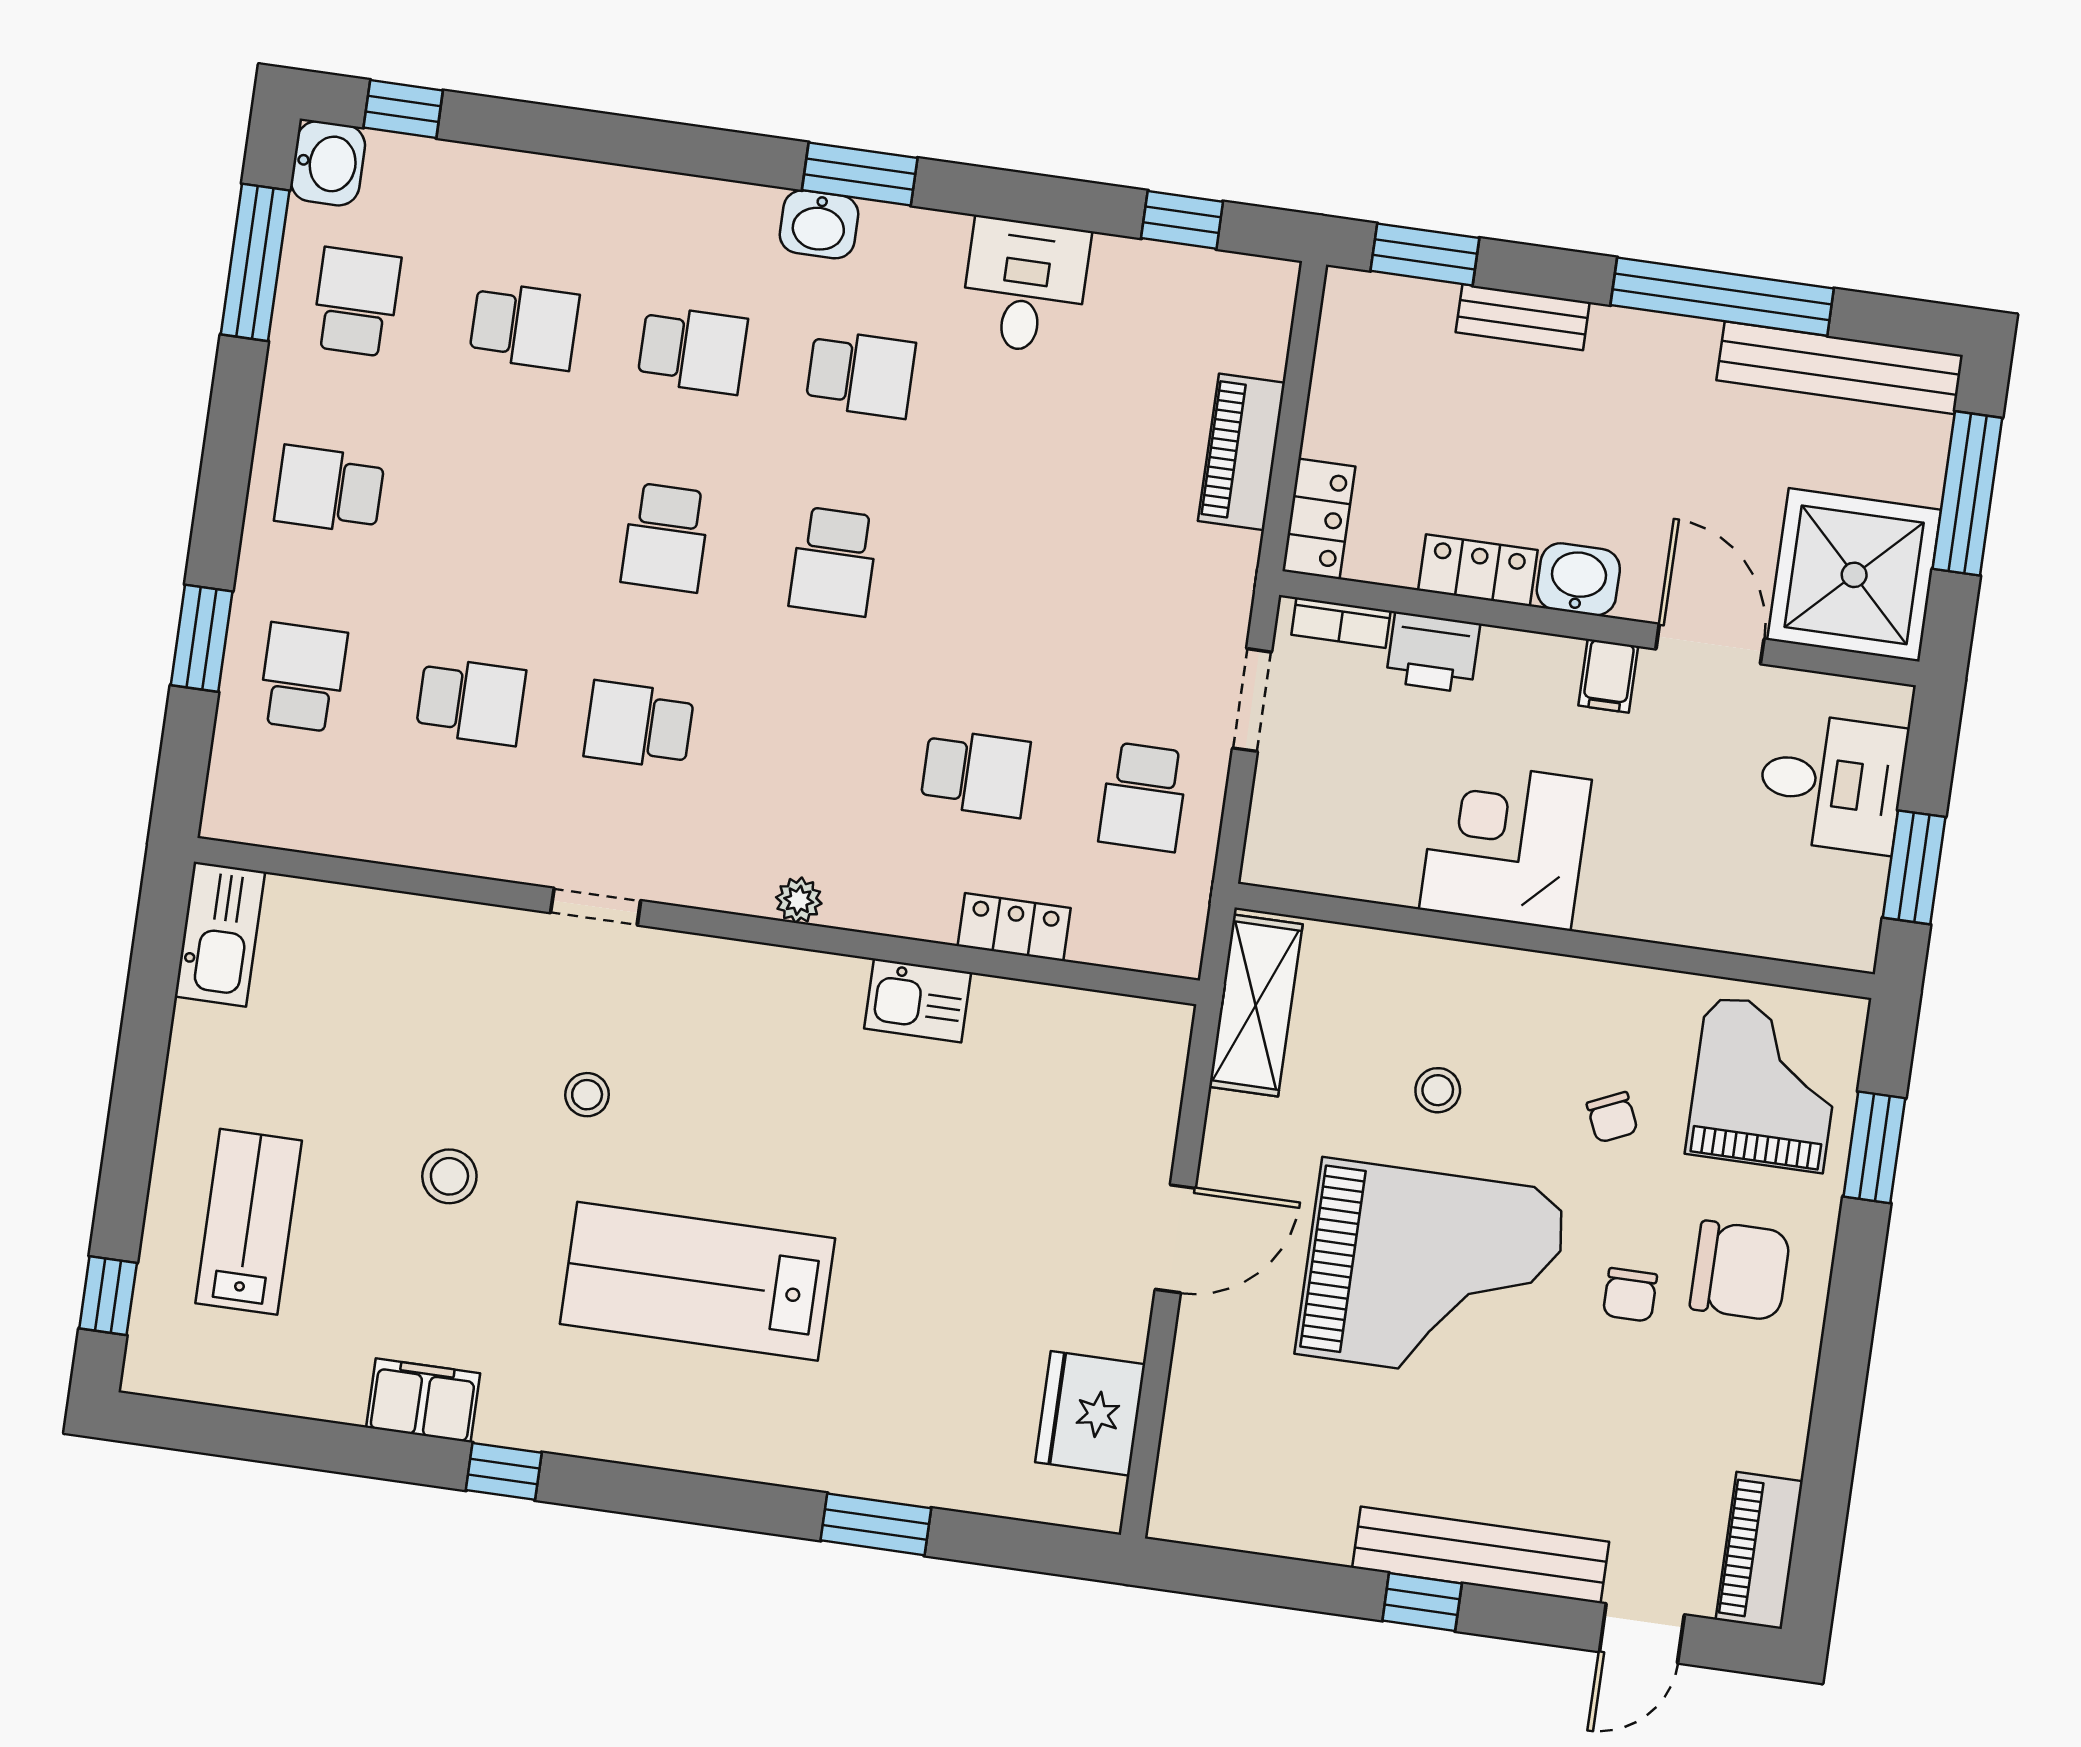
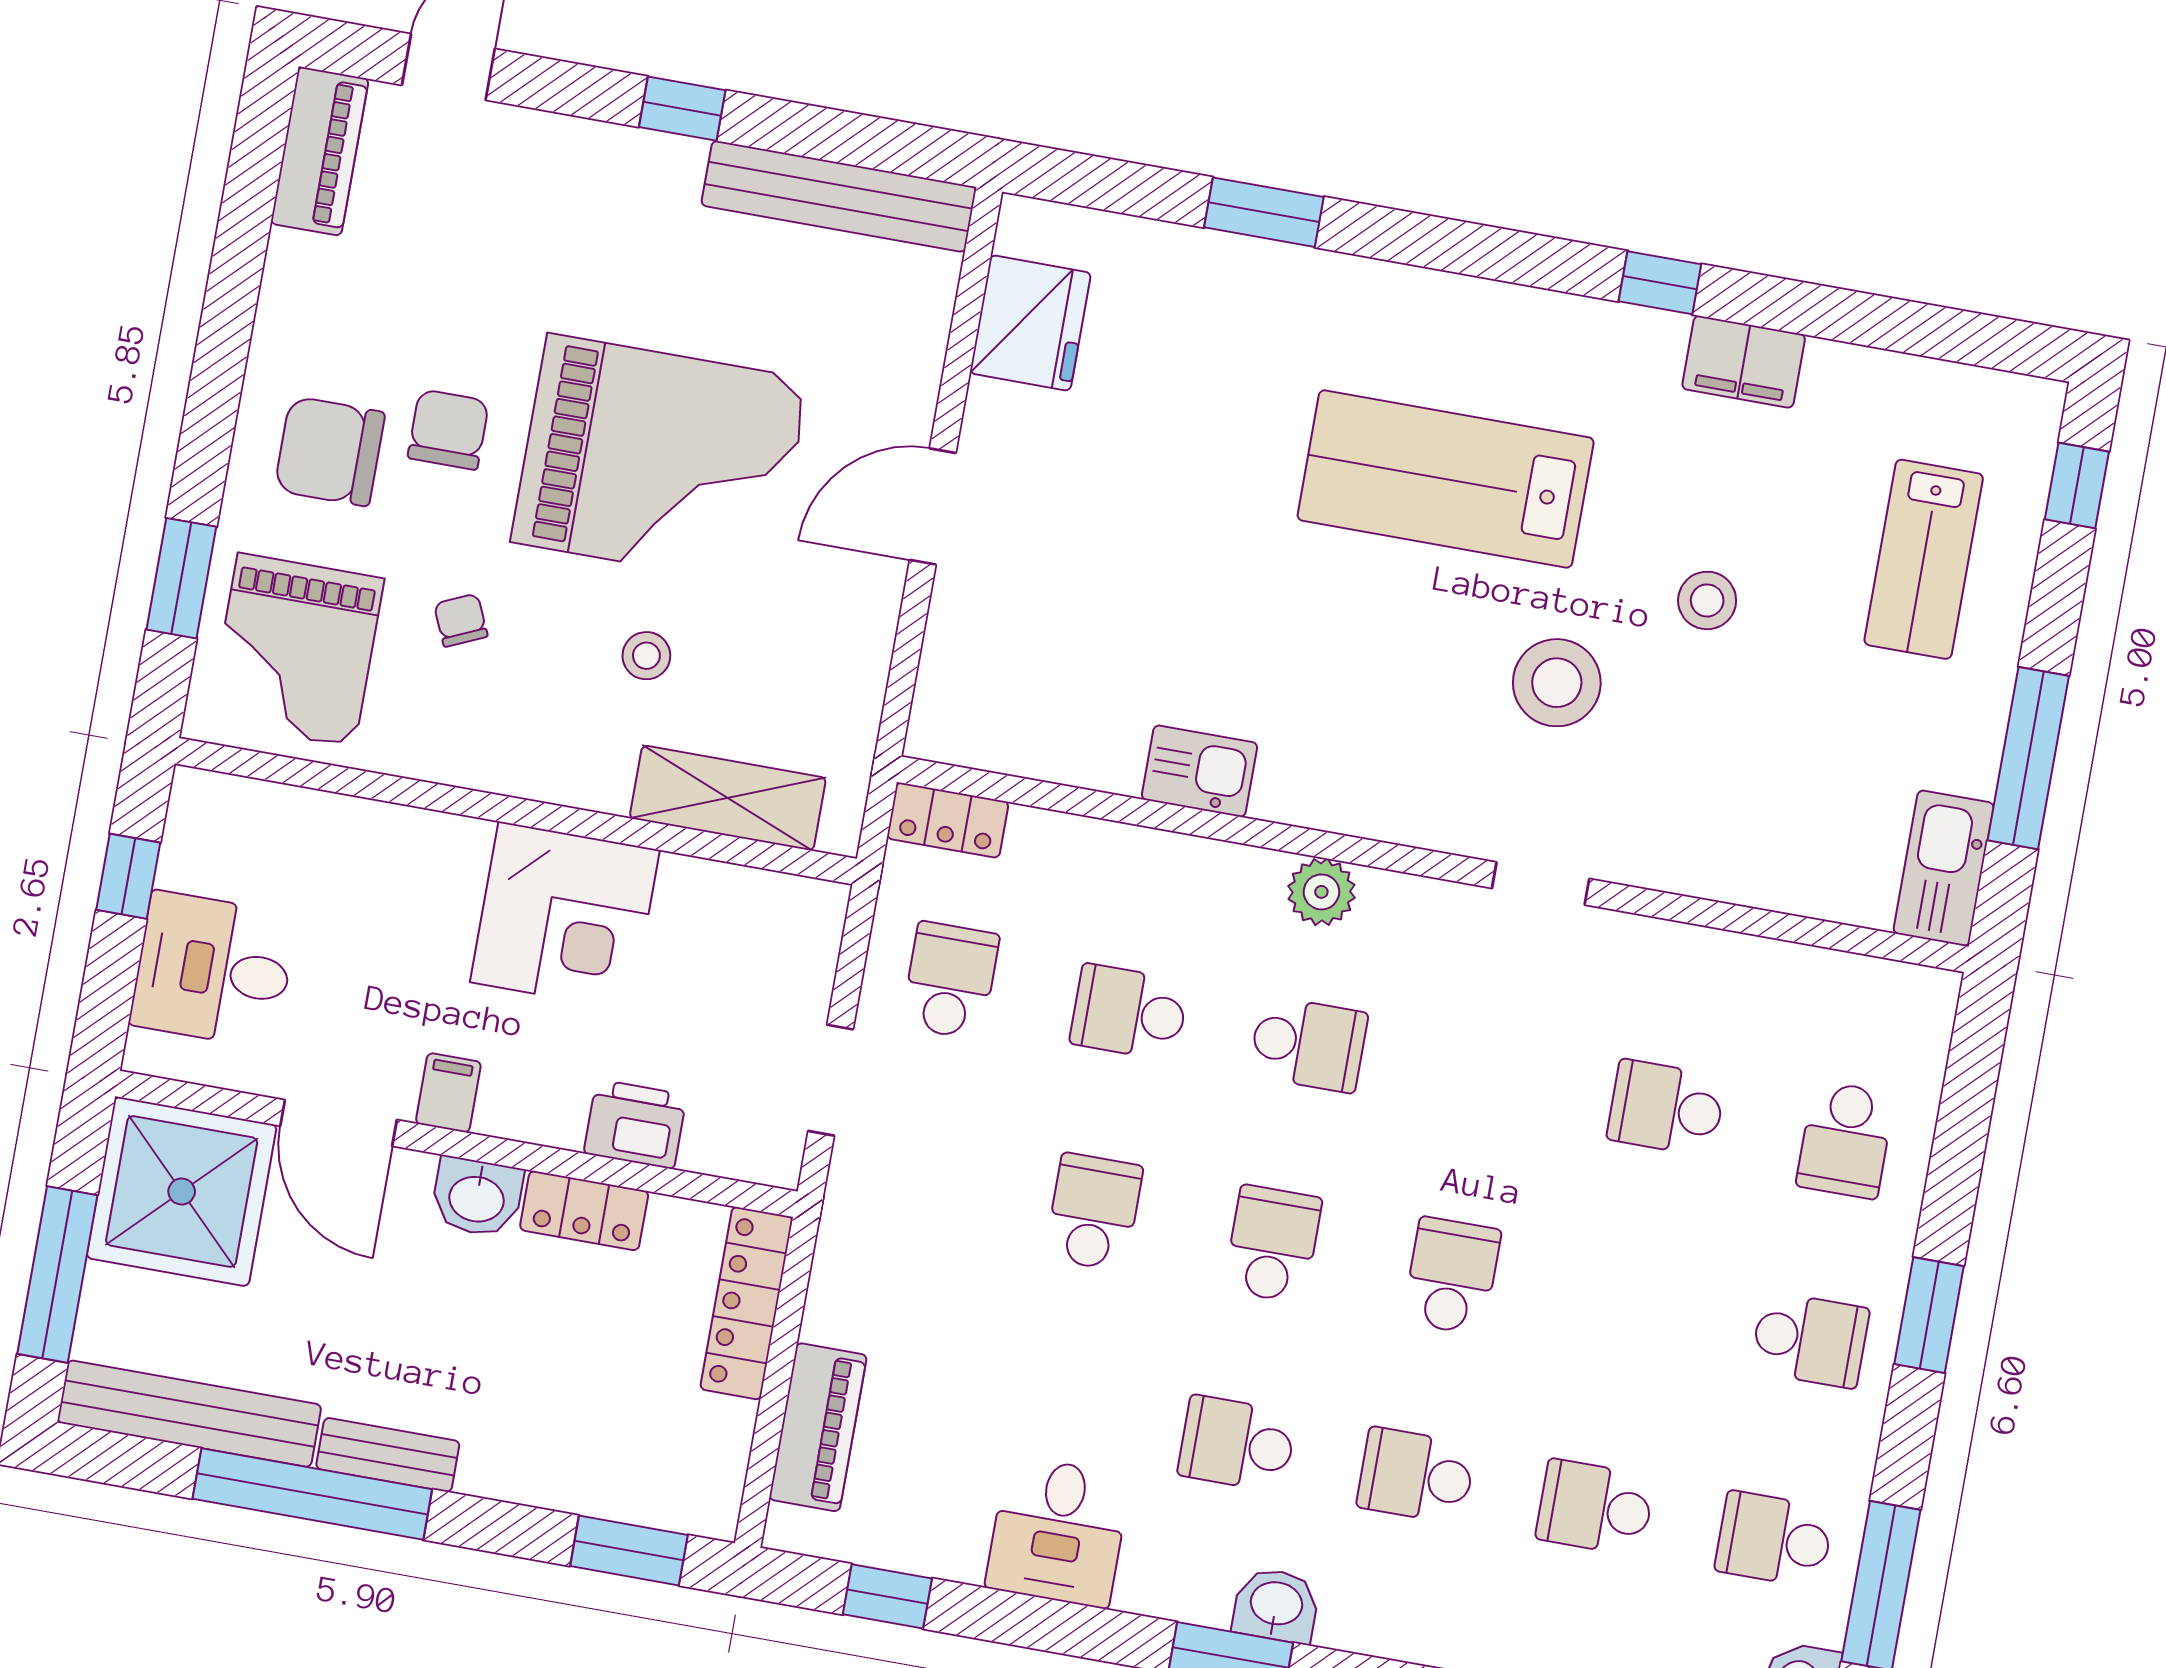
school desk: (356, 302) -> (1774, 1539), turned 90
bench: (1523, 317) -> (388, 1455), moved
piano: (1242, 452) -> (818, 1427), moved
locker: (1319, 519) -> (747, 1303), width x1.53
school desk: (1002, 585) -> (1094, 1212), added
bookcase: (1341, 623) -> (732, 1160), removed
window: (202, 638) -> (1929, 1315), moved
school desk: (639, 725) -> (1308, 1044), moved
window: (1914, 867) -> (128, 876), width x0.67
plant: (799, 900) -> (1321, 892), width x1.38, depth x1.38
locker: (1014, 927) -> (948, 820), moved
shelving: (1256, 1005) -> (728, 798), moved, turned 90
window: (144, 1040) -> (2028, 758), added
stool: (587, 1095) -> (1557, 683), width x1.89, depth x1.89
grand piano: (1432, 1273) -> (660, 461), turned 180
lab bench: (698, 1281) -> (1446, 479), turned 180
chair: (1630, 1295) -> (448, 430), width x1.37, depth x1.37
bench: (1481, 1555) -> (839, 196), moved

